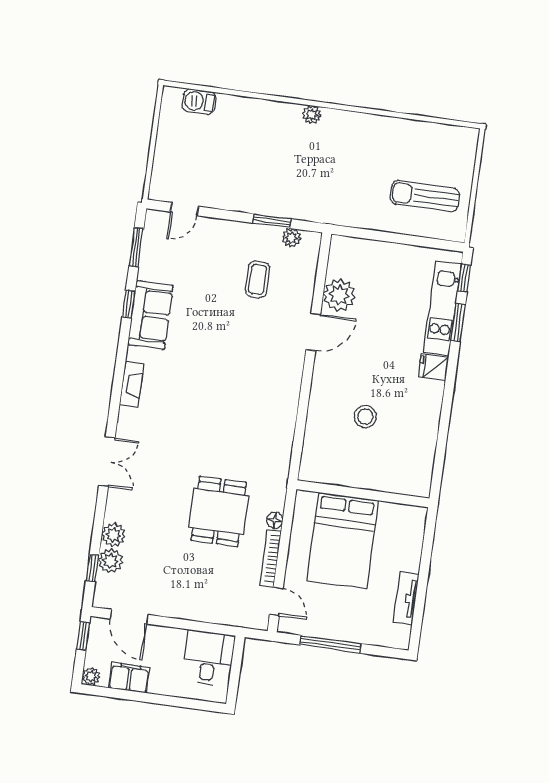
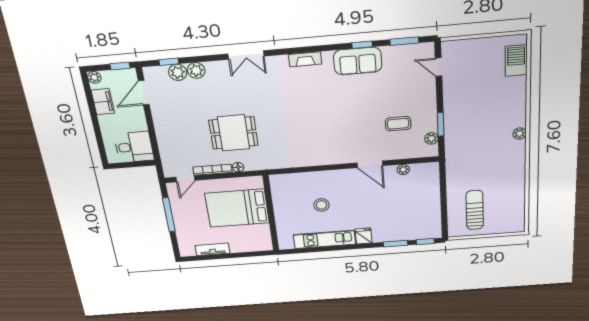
barbecue: (199, 102) -> (516, 61), width x1.38, depth x1.27
plant: (339, 295) -> (403, 170), width x0.53, depth x0.53
kitchen unit: (442, 308) -> (324, 239), moved

